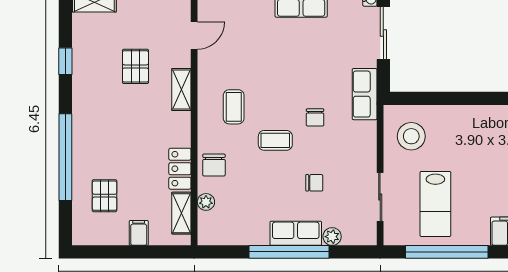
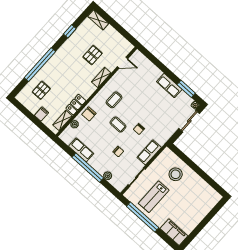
row of seats: (365, 94) -> (149, 152), moved
stool: (411, 136) -> (176, 174), moved
row of seats: (296, 233) -> (81, 150), moved

